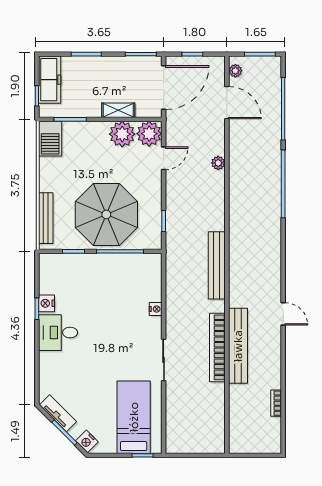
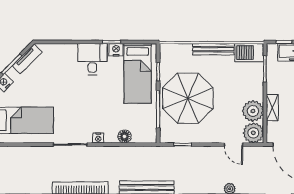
bench: (46, 218) -> (213, 49), moved
bed: (76, 277) -> (138, 73), added
floor lamp: (154, 293) -> (124, 136), added
nightstand: (156, 309) -> (98, 138), moved

